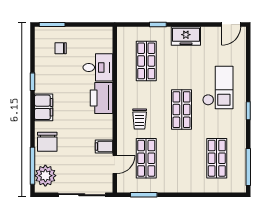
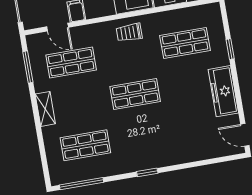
freezer: (186, 36) -> (223, 91), width x1.40
checkout: (218, 87) -> (168, 132), removed
trolley: (140, 119) -> (129, 33), moved
shelving: (181, 186) -> (45, 109), added

